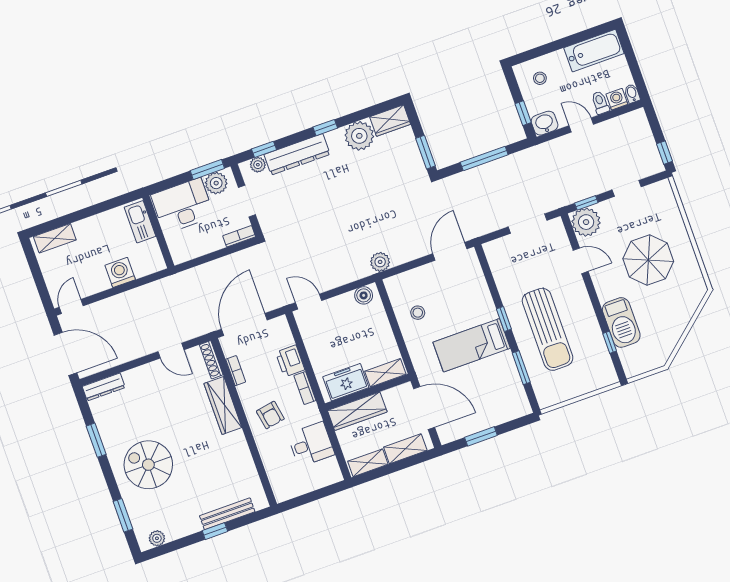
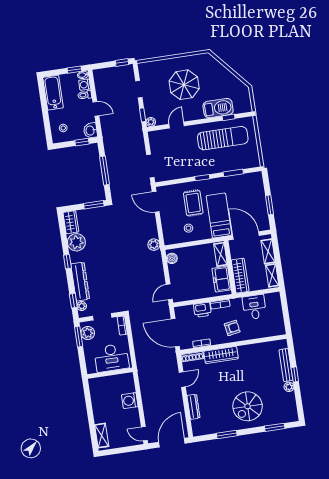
window: (638, 78) -> (74, 70), added
door: (581, 125) -> (96, 109), swing flipped
desk: (183, 206) -> (112, 358), moved, turned -90
kitchen sink: (140, 222) -> (102, 383), removed
plant: (586, 222) -> (151, 122), width x0.53, depth x0.53
doorway: (528, 224) -> (150, 166), moved
rug: (460, 312) -> (193, 203), added
sun lounger: (548, 329) -> (223, 138), moved
bed: (472, 345) -> (219, 215), moved, turned 180
dresser: (104, 387) -> (193, 407), moved
door: (424, 408) -> (246, 235), hinge flipped
plant: (157, 538) -> (289, 387), moved

